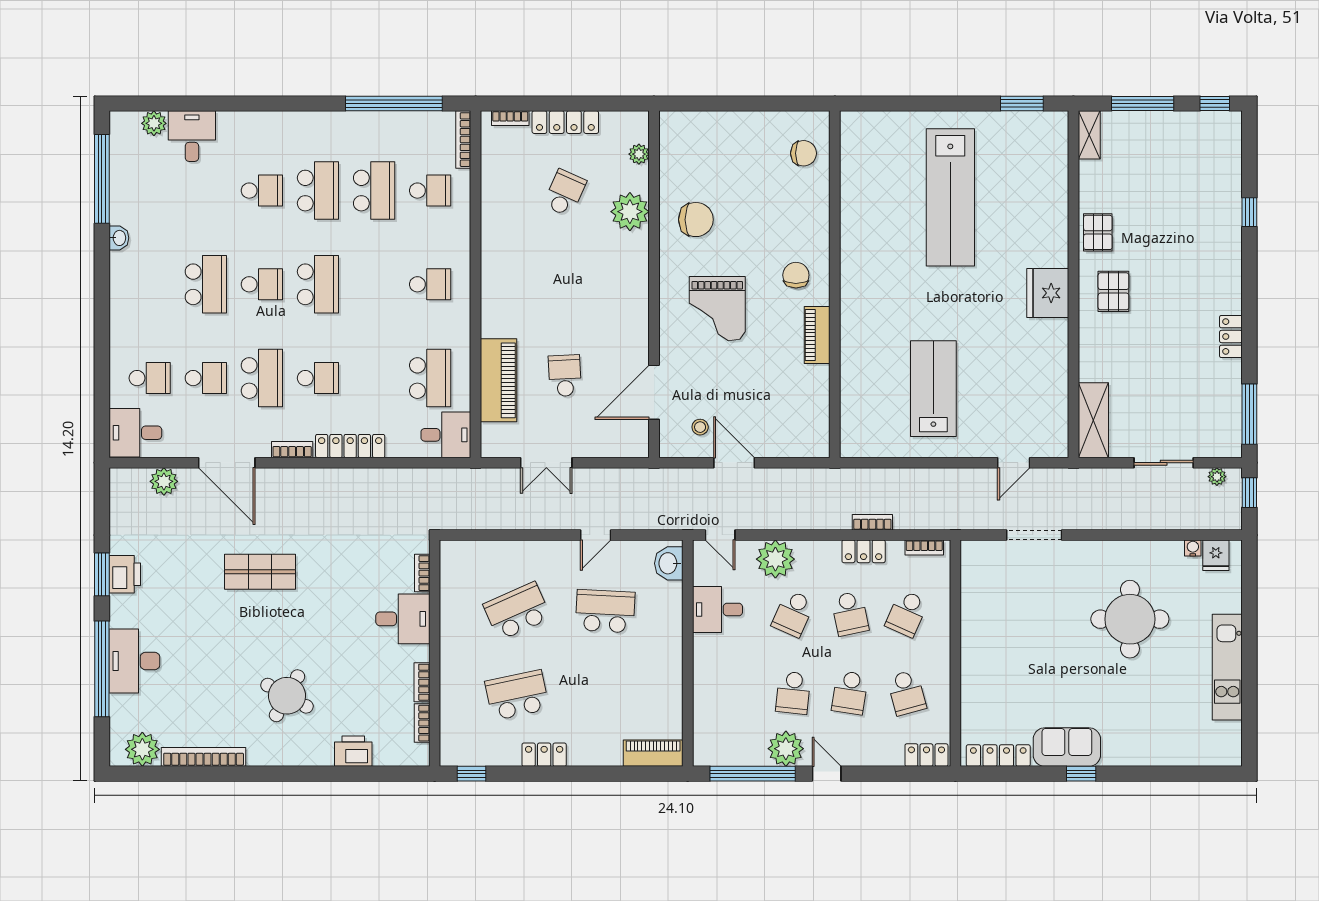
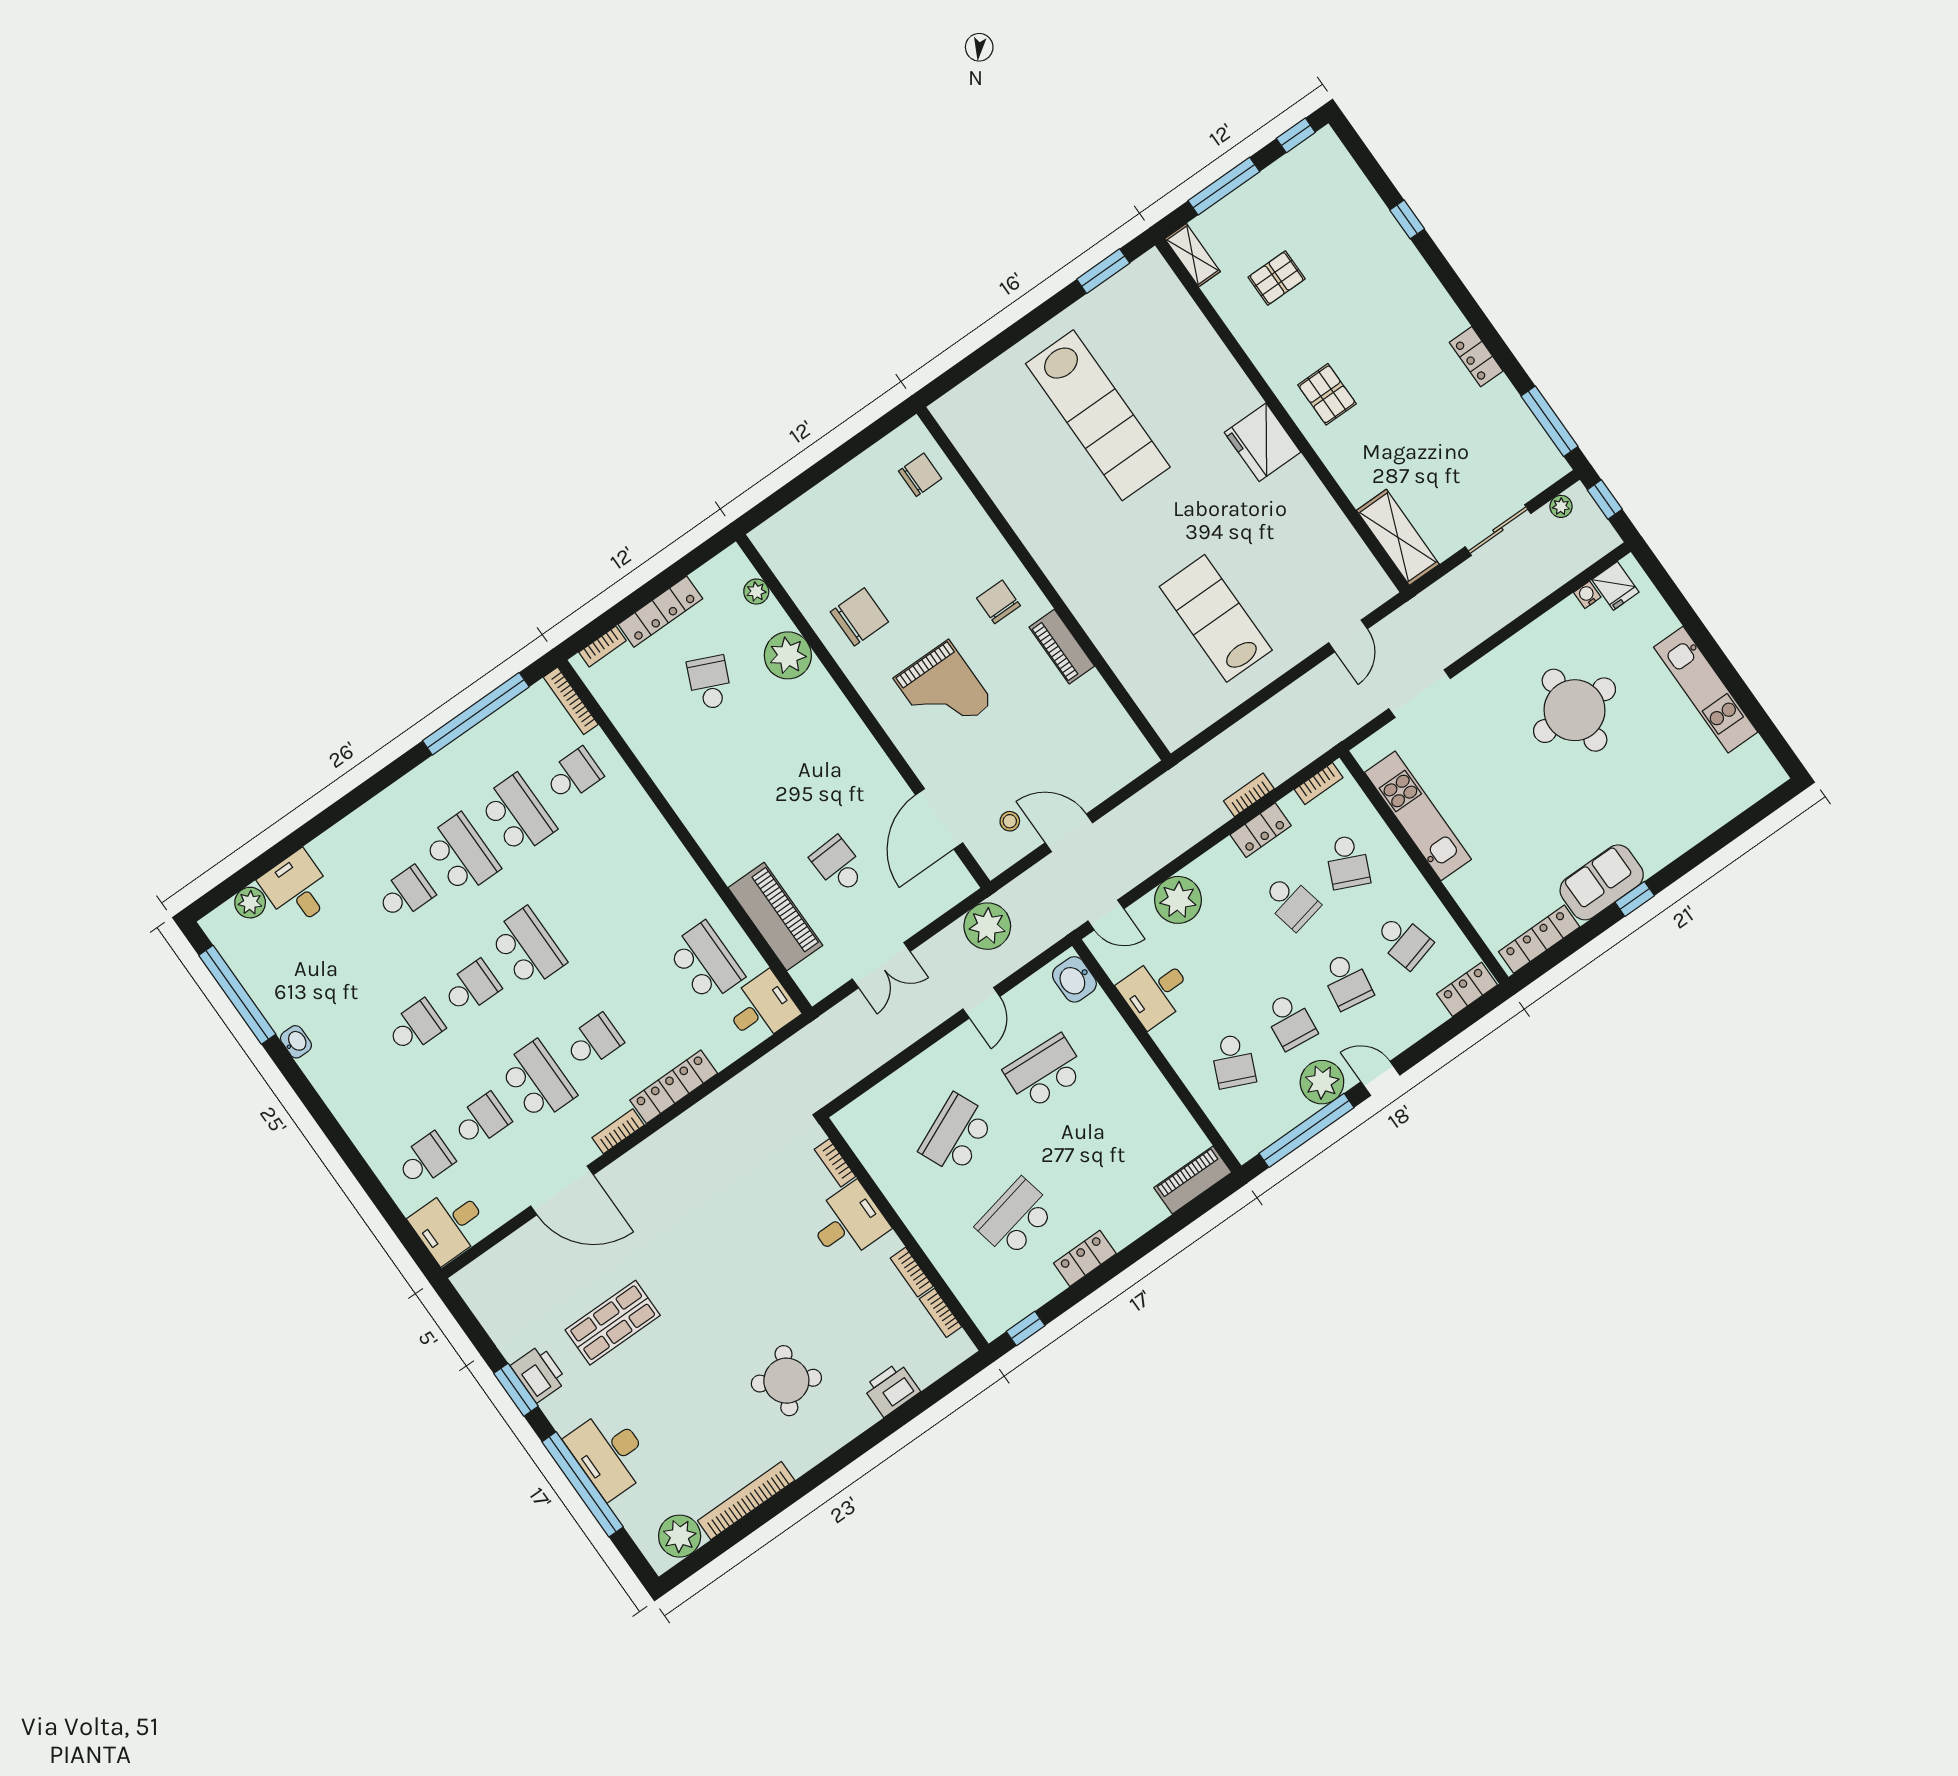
pallet: (1098, 232) -> (1277, 278), moved, turned 90
school desk: (206, 284) -> (415, 1027), width x0.54
school desk: (430, 284) -> (639, 869), removed
plant: (164, 481) -> (987, 926), moved, width x1.36, depth x1.36
shop shelf: (260, 572) -> (613, 1323), moved
school desk: (793, 614) -> (1233, 1061), moved
kitchen unit: (975, 616) -> (1418, 816), added

